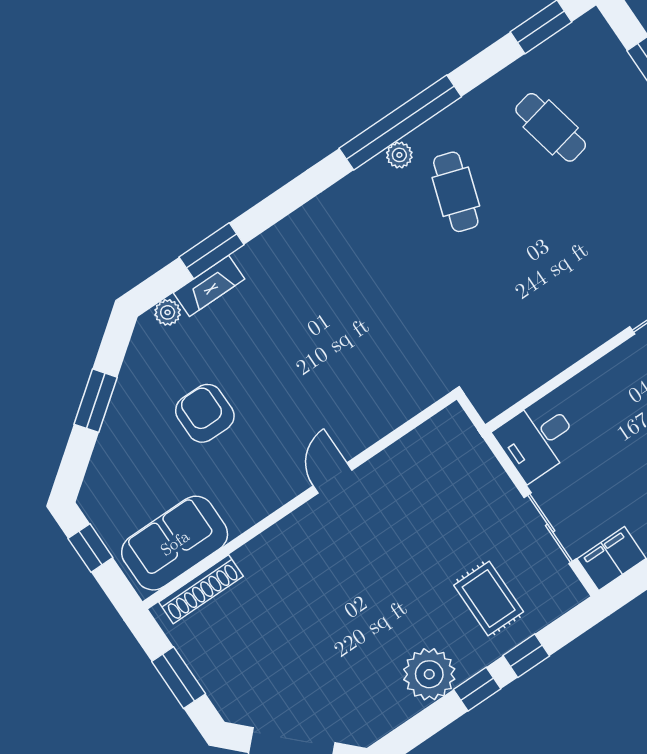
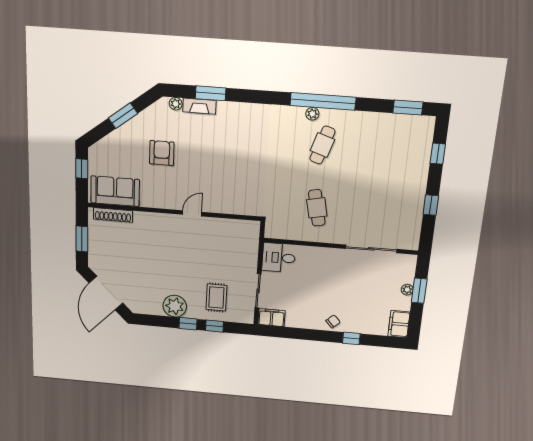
cafe table: (551, 127) -> (317, 208), moved

